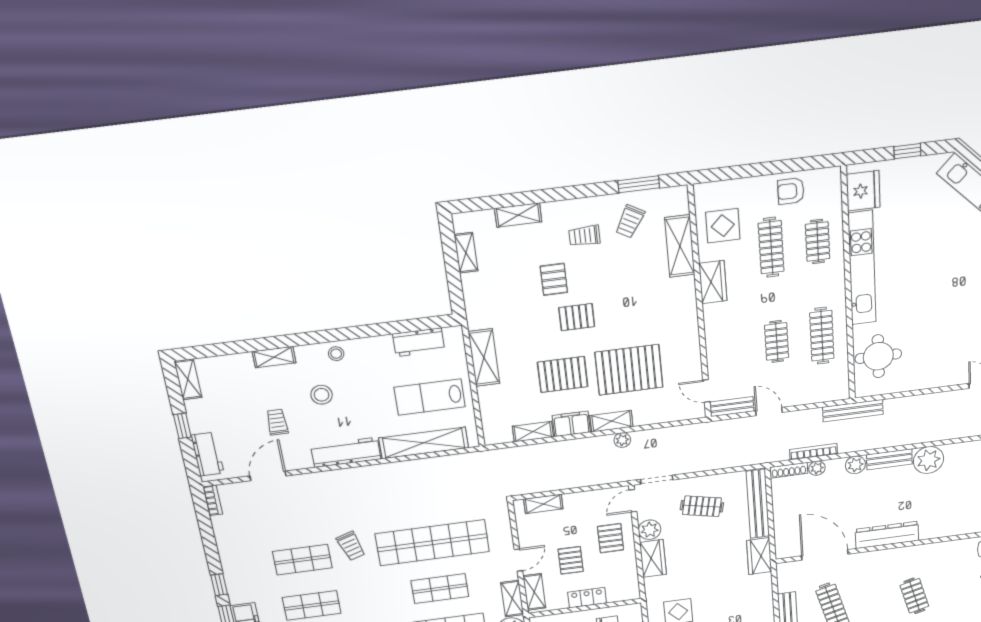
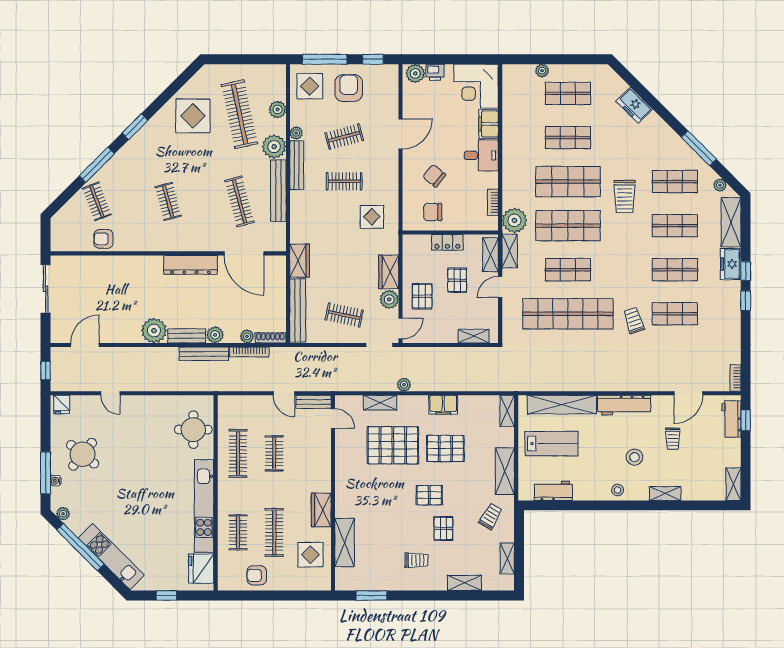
armchair: (791, 191) -> (257, 575), turned 180
trolley: (630, 221) -> (491, 516), moved
bench: (853, 411) -> (204, 354), moved
shelving: (611, 421) -> (380, 403), moved
window: (182, 426) -> (746, 420), moved
shelving: (533, 432) -> (507, 411), moved, turned 90

